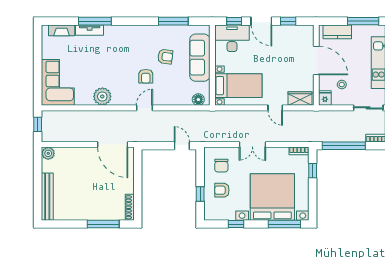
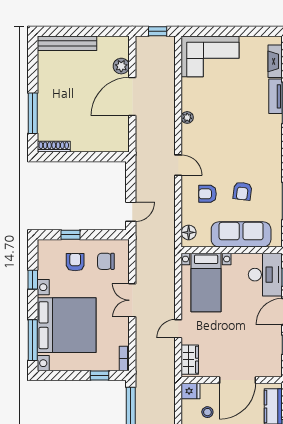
armchair: (146, 76) -> (208, 194), moved
plant: (102, 96) -> (187, 117), width x0.53, depth x0.53
door: (113, 145) -> (132, 96), moved
plant: (48, 153) -> (121, 66), moved

